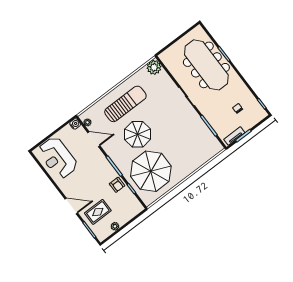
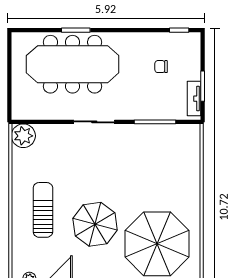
sun lounger: (125, 104) -> (43, 210), width x0.73, depth x0.75

